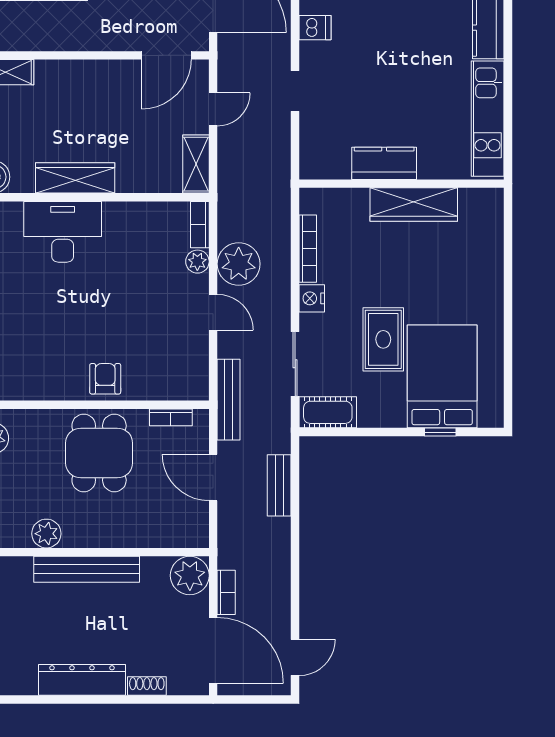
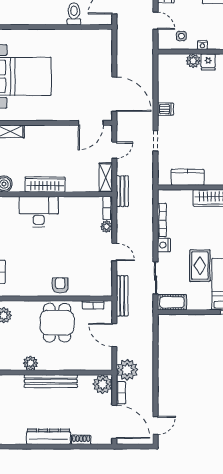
kitchen counter: (384, 163) -> (188, 177), moved
plant: (239, 264) -> (127, 370), moved
bench: (279, 485) -> (122, 191), moved

